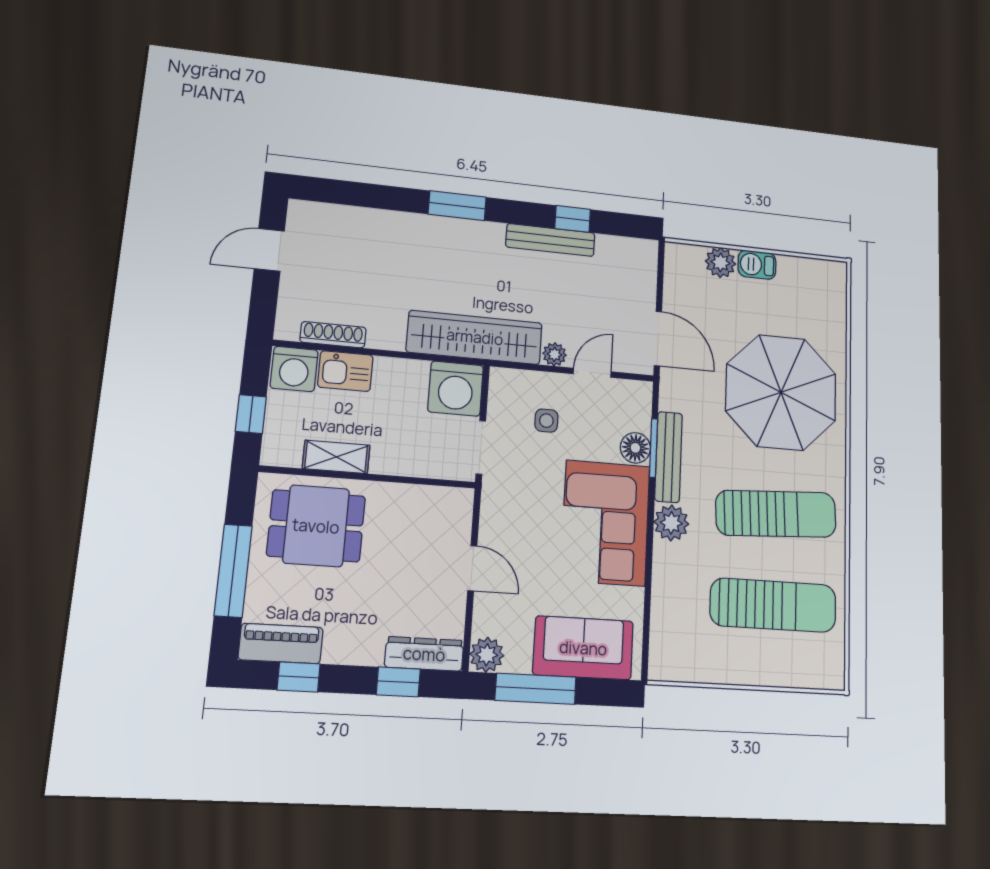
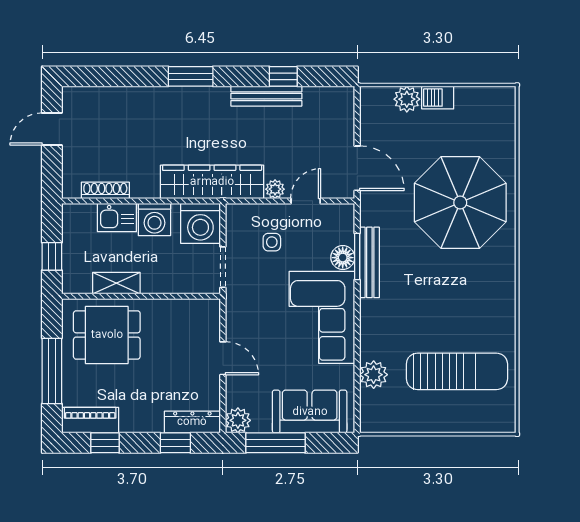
washing machine: (294, 369) -> (154, 220), moved
sun lounger: (776, 514) -> (458, 301), removed
plant: (671, 523) -> (374, 375), moved

